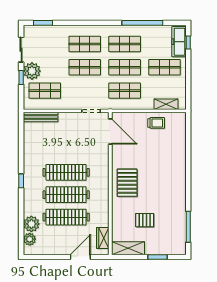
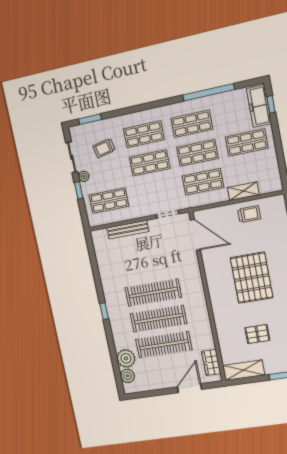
trolley: (50, 48) -> (104, 148), added
plant: (32, 71) -> (84, 176), width x0.53, depth x0.53
shelving: (166, 104) -> (243, 191), moved
bench: (41, 117) -> (128, 230), moved
pallet: (127, 183) -> (252, 278), moved, width x1.37, depth x1.41

